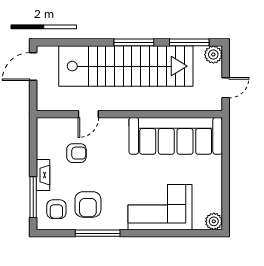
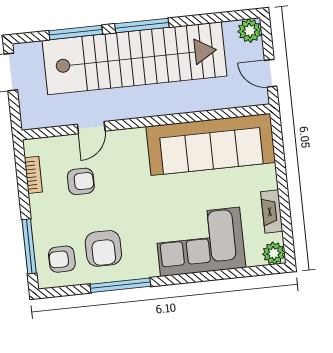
window: (189, 42) -> (76, 32), moved
door: (226, 88) -> (271, 73), swing flipped
bookcase: (42, 145) -> (33, 175), added
fireplace: (43, 175) -> (272, 211), moved, turned 180
armchair: (56, 209) -> (62, 259), turned 90

